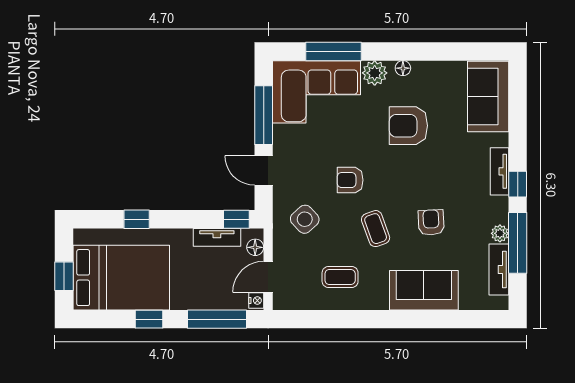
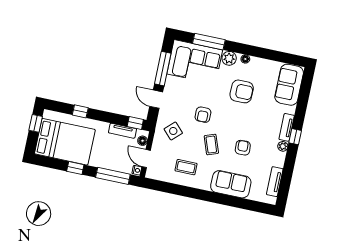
armchair: (408, 126) -> (242, 91), turned 180
armchair: (350, 180) -> (203, 115), turned -90
plant: (500, 233) -> (283, 146), moved
window: (518, 243) -> (288, 169), removed
window: (64, 276) -> (36, 123), moved
door: (268, 277) -> (146, 159), hinge flipped

